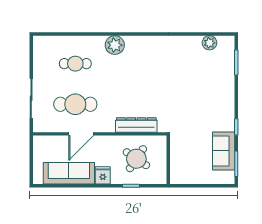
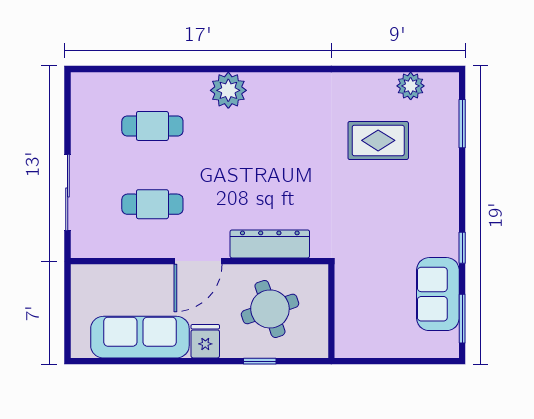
rug: (193, 71) -> (378, 140), added
cafe table: (75, 104) -> (152, 204), width x0.73, depth x0.74
door: (81, 134) -> (198, 261), moved
round table: (136, 159) -> (270, 309), turned 37

